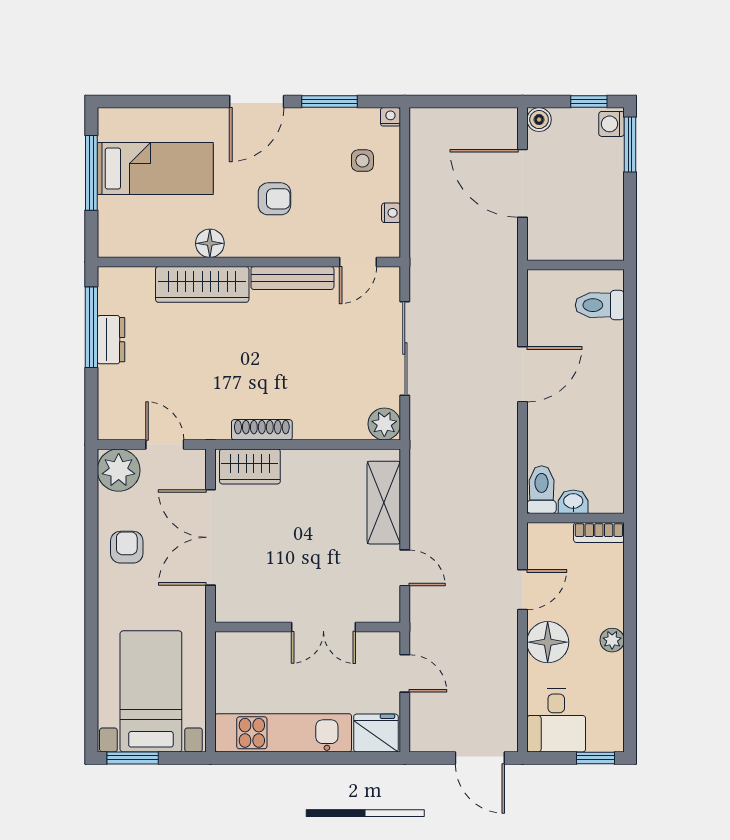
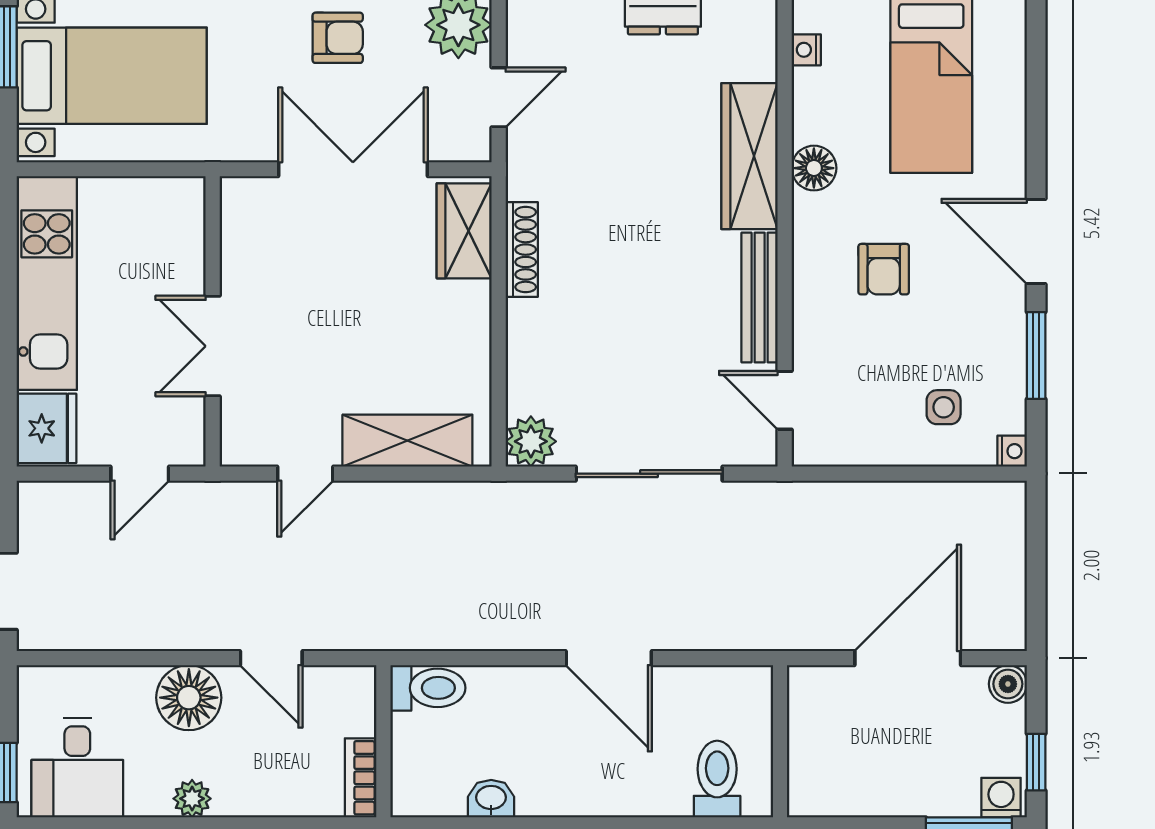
nightstand: (391, 213) -> (806, 50), moved, turned 90
washbasin: (573, 502) -> (491, 799), moved, turned -90
desk: (556, 720) -> (77, 768), moved, turned -90

